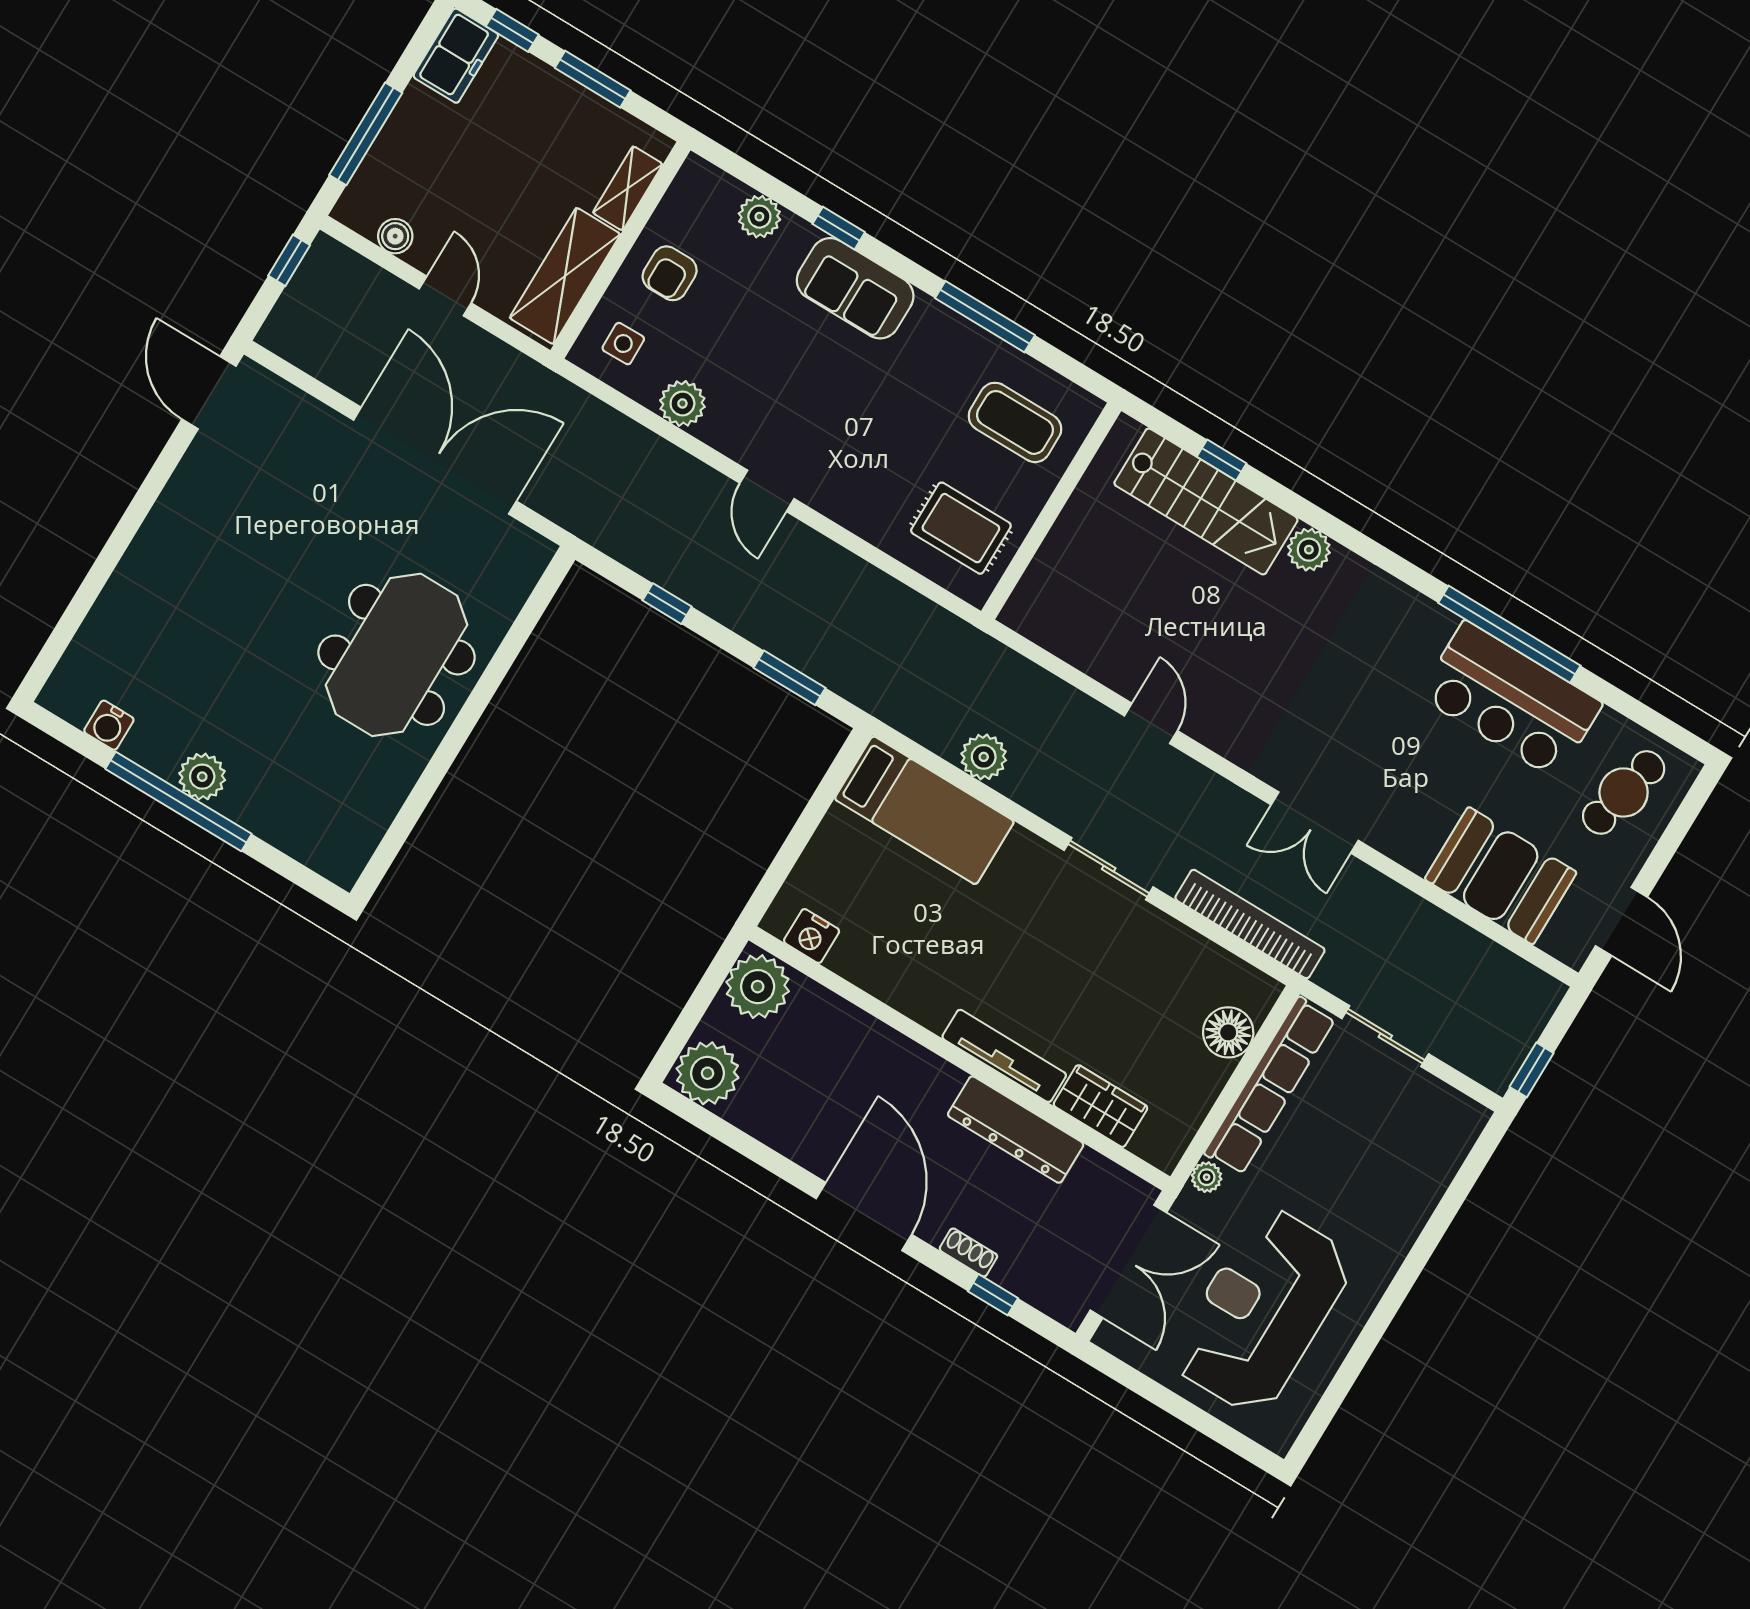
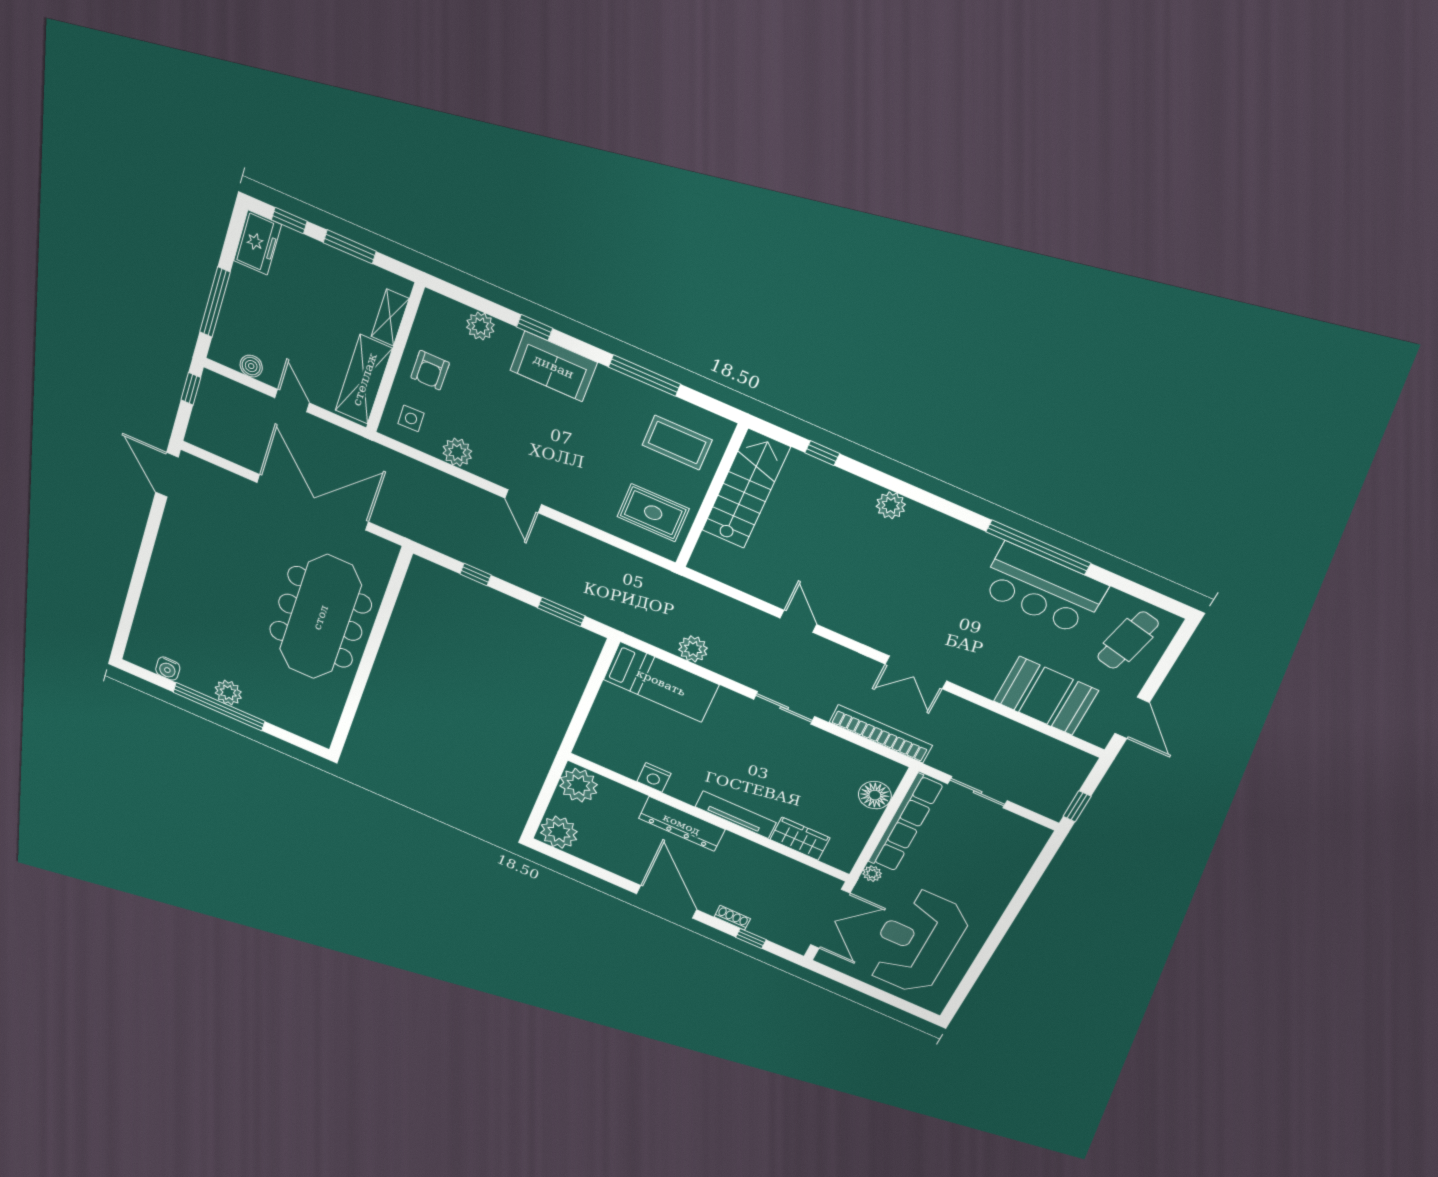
stairs: (1206, 501) -> (746, 489), moved, turned -90
meeting table: (396, 655) -> (320, 617), width x1.36
nightstand: (812, 936) -> (654, 778), moved
dresser: (1016, 1130) -> (682, 824), moved

